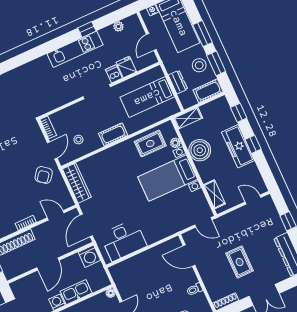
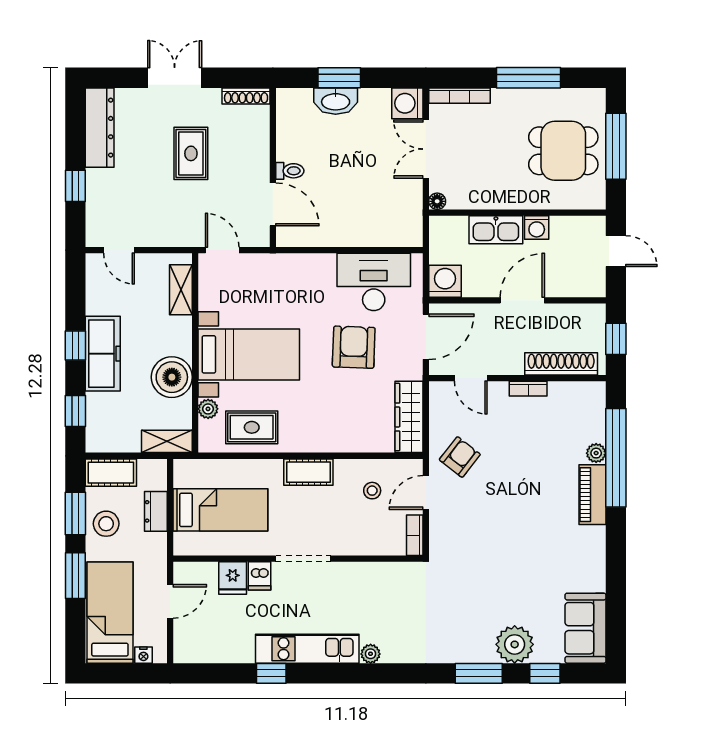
plant: (118, 26) -> (371, 654), moved
armchair: (119, 204) -> (354, 347), added
toilet: (195, 289) -> (290, 171), moved

